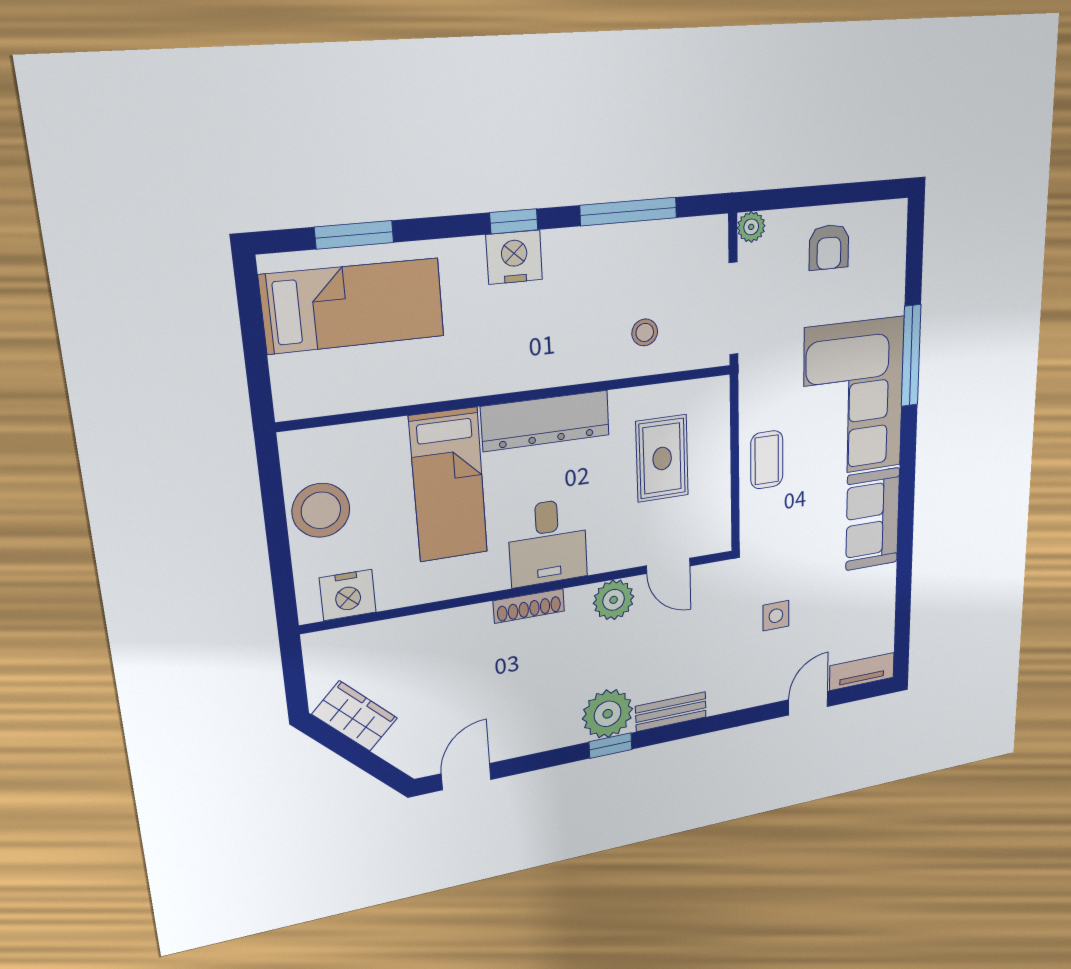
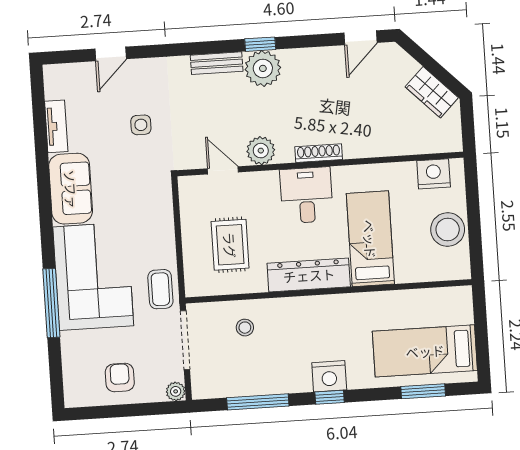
coffee table: (767, 460) -> (160, 289), moved
tv unit: (862, 672) -> (56, 126), moved, turned -90

